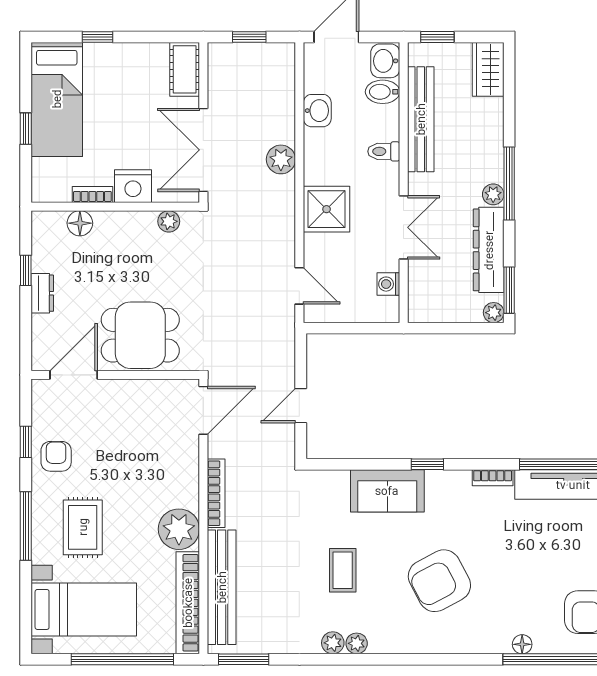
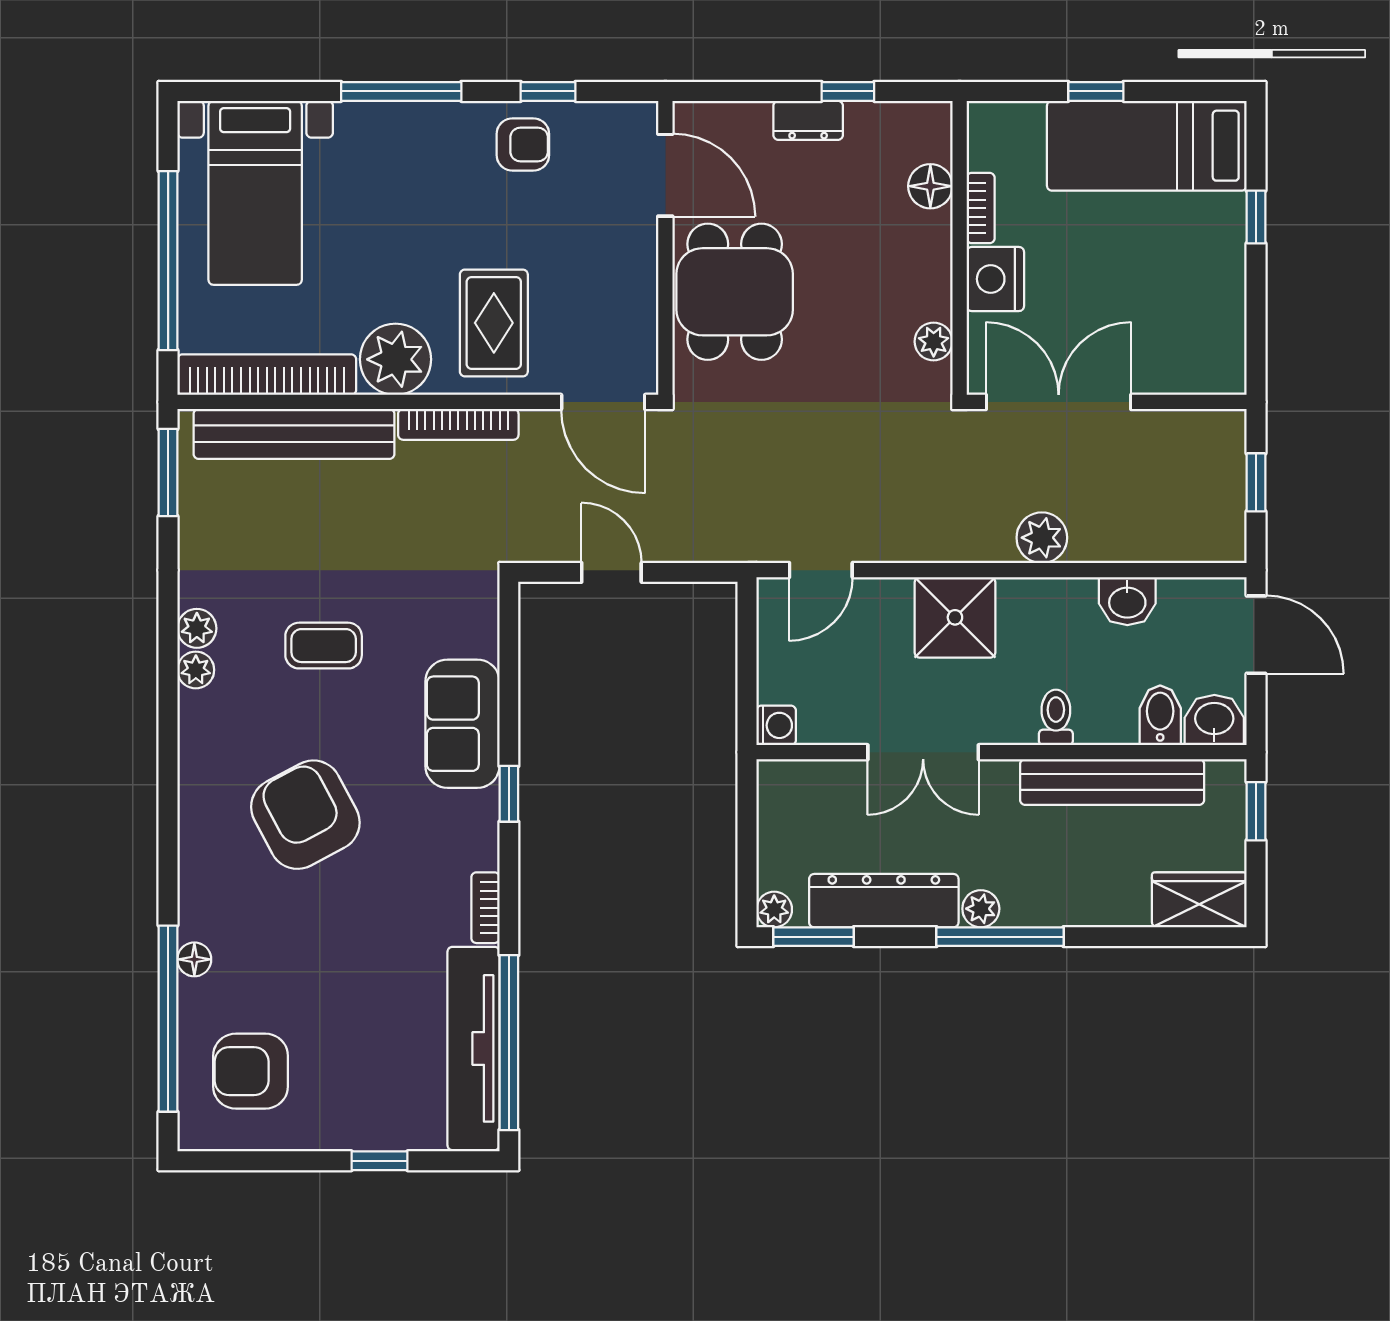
cot: (185, 69) -> (1200, 369), removed
washing machine: (388, 284) -> (776, 725), moved, turned 90
rug: (83, 527) -> (494, 323), moved, turned 90

